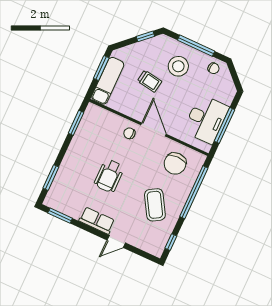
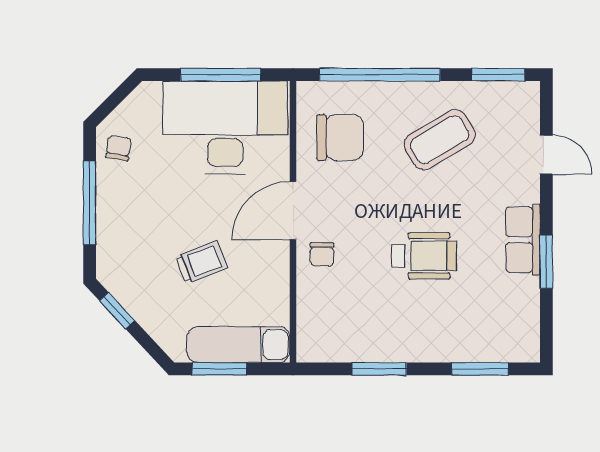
stool: (178, 66) -> (146, 219), removed
trolley: (149, 81) -> (201, 262), turned 60
desk: (206, 119) -> (225, 128), width x1.36, depth x1.30
window: (76, 123) -> (379, 369), moved
window: (60, 216) -> (546, 262), moved
door: (116, 241) -> (546, 155), moved
window: (171, 242) -> (498, 75), width x1.50

